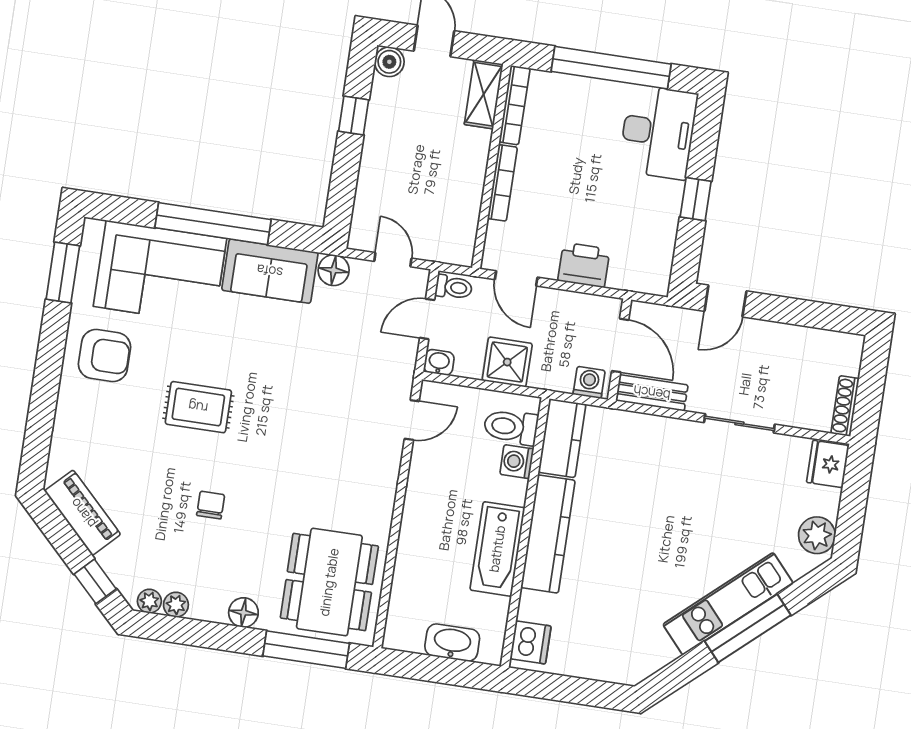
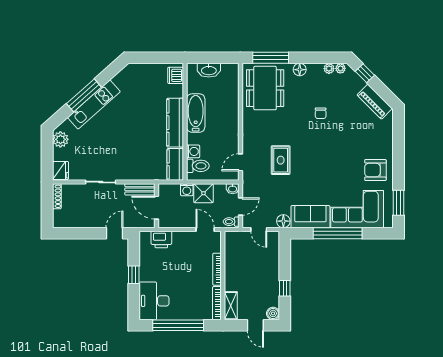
printer: (584, 265) -> (161, 239), moved
washing machine: (589, 382) -> (187, 190), moved
rug: (198, 407) -> (281, 160), moved, turned 90

